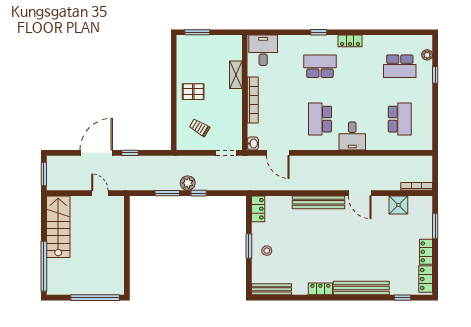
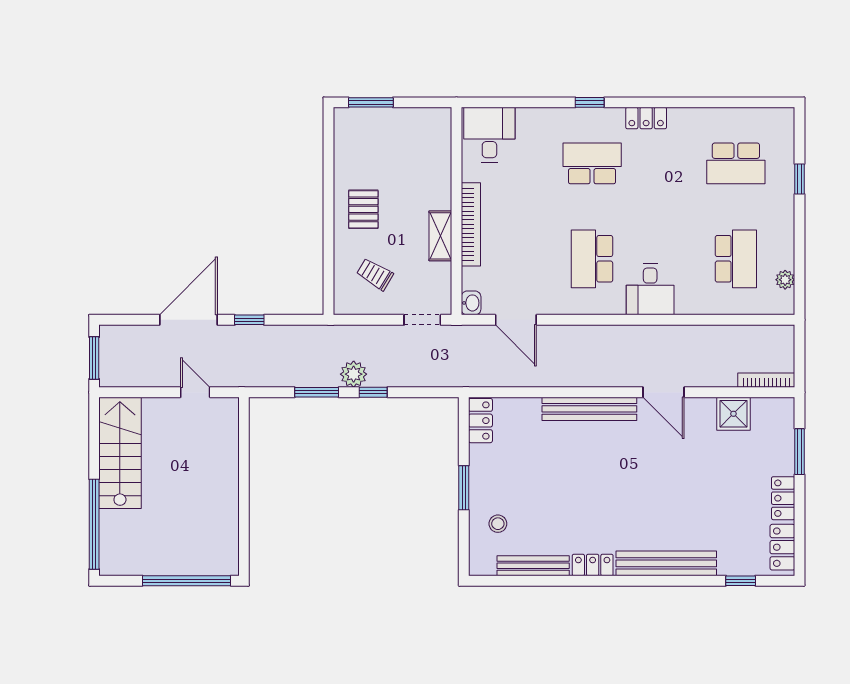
plant: (427, 55) -> (785, 280), moved
shelving: (236, 75) -> (440, 236), moved
pallet: (193, 92) -> (363, 209), turned 90
stool: (267, 251) -> (498, 524), moved
bench: (272, 289) -> (533, 566), moved

